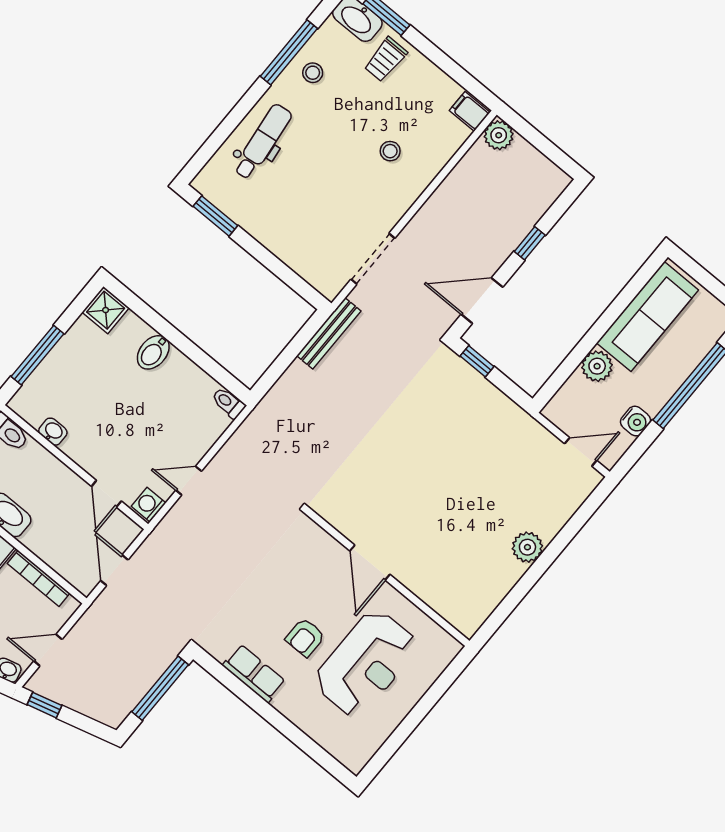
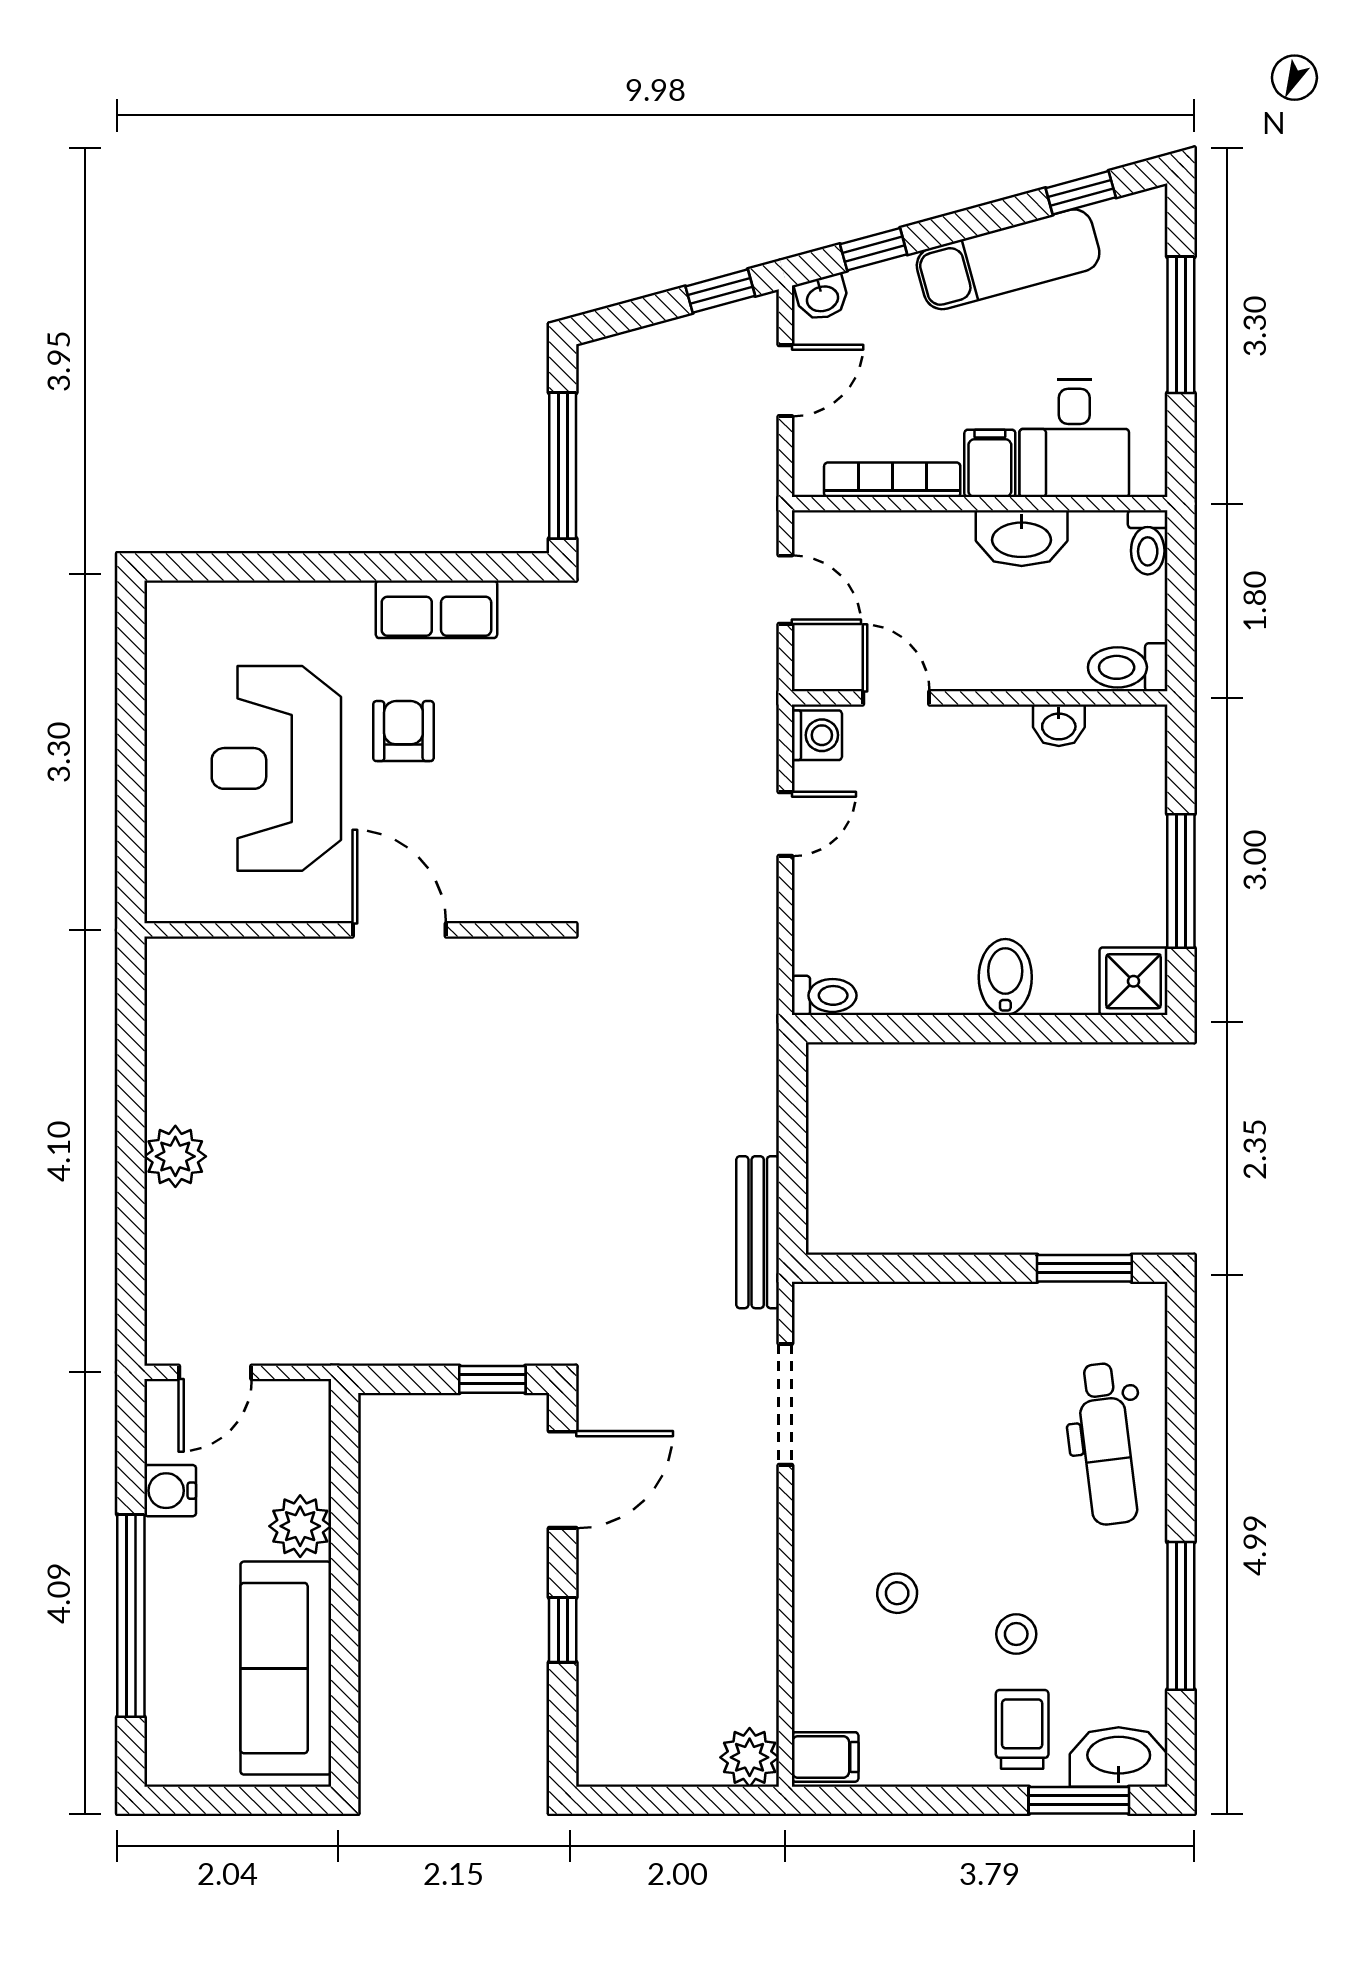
stool: (313, 73) -> (1016, 1634), moved
window: (38, 355) -> (1181, 881), moved

